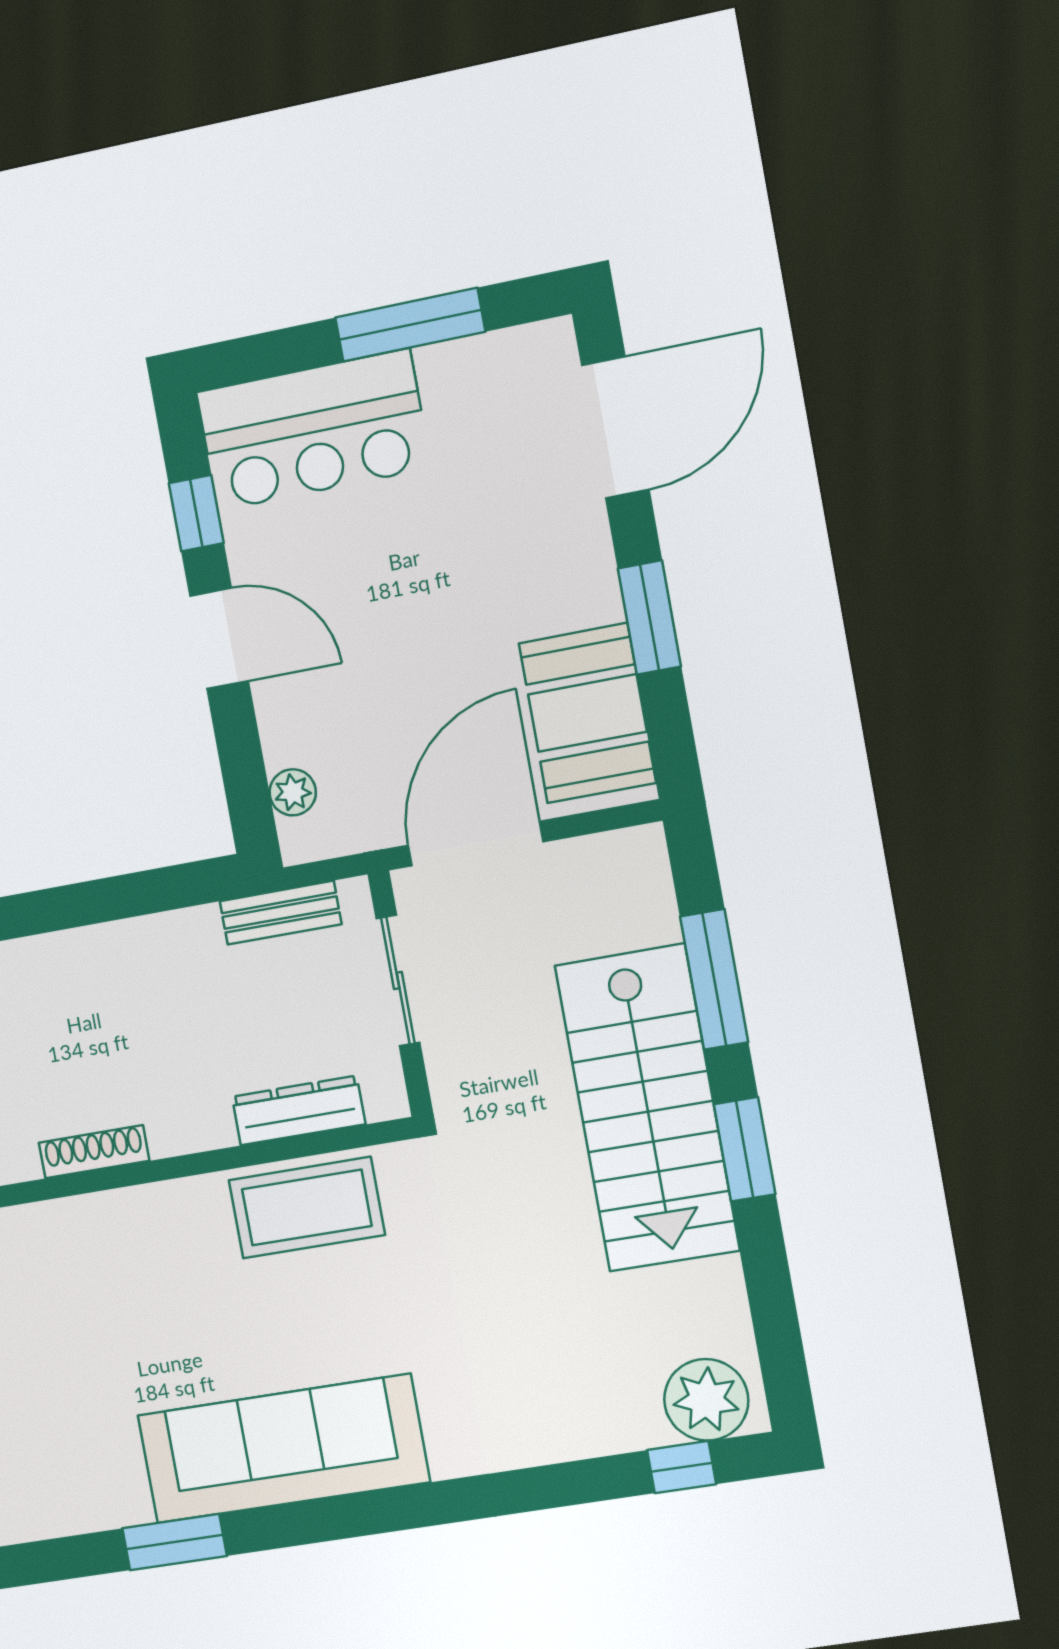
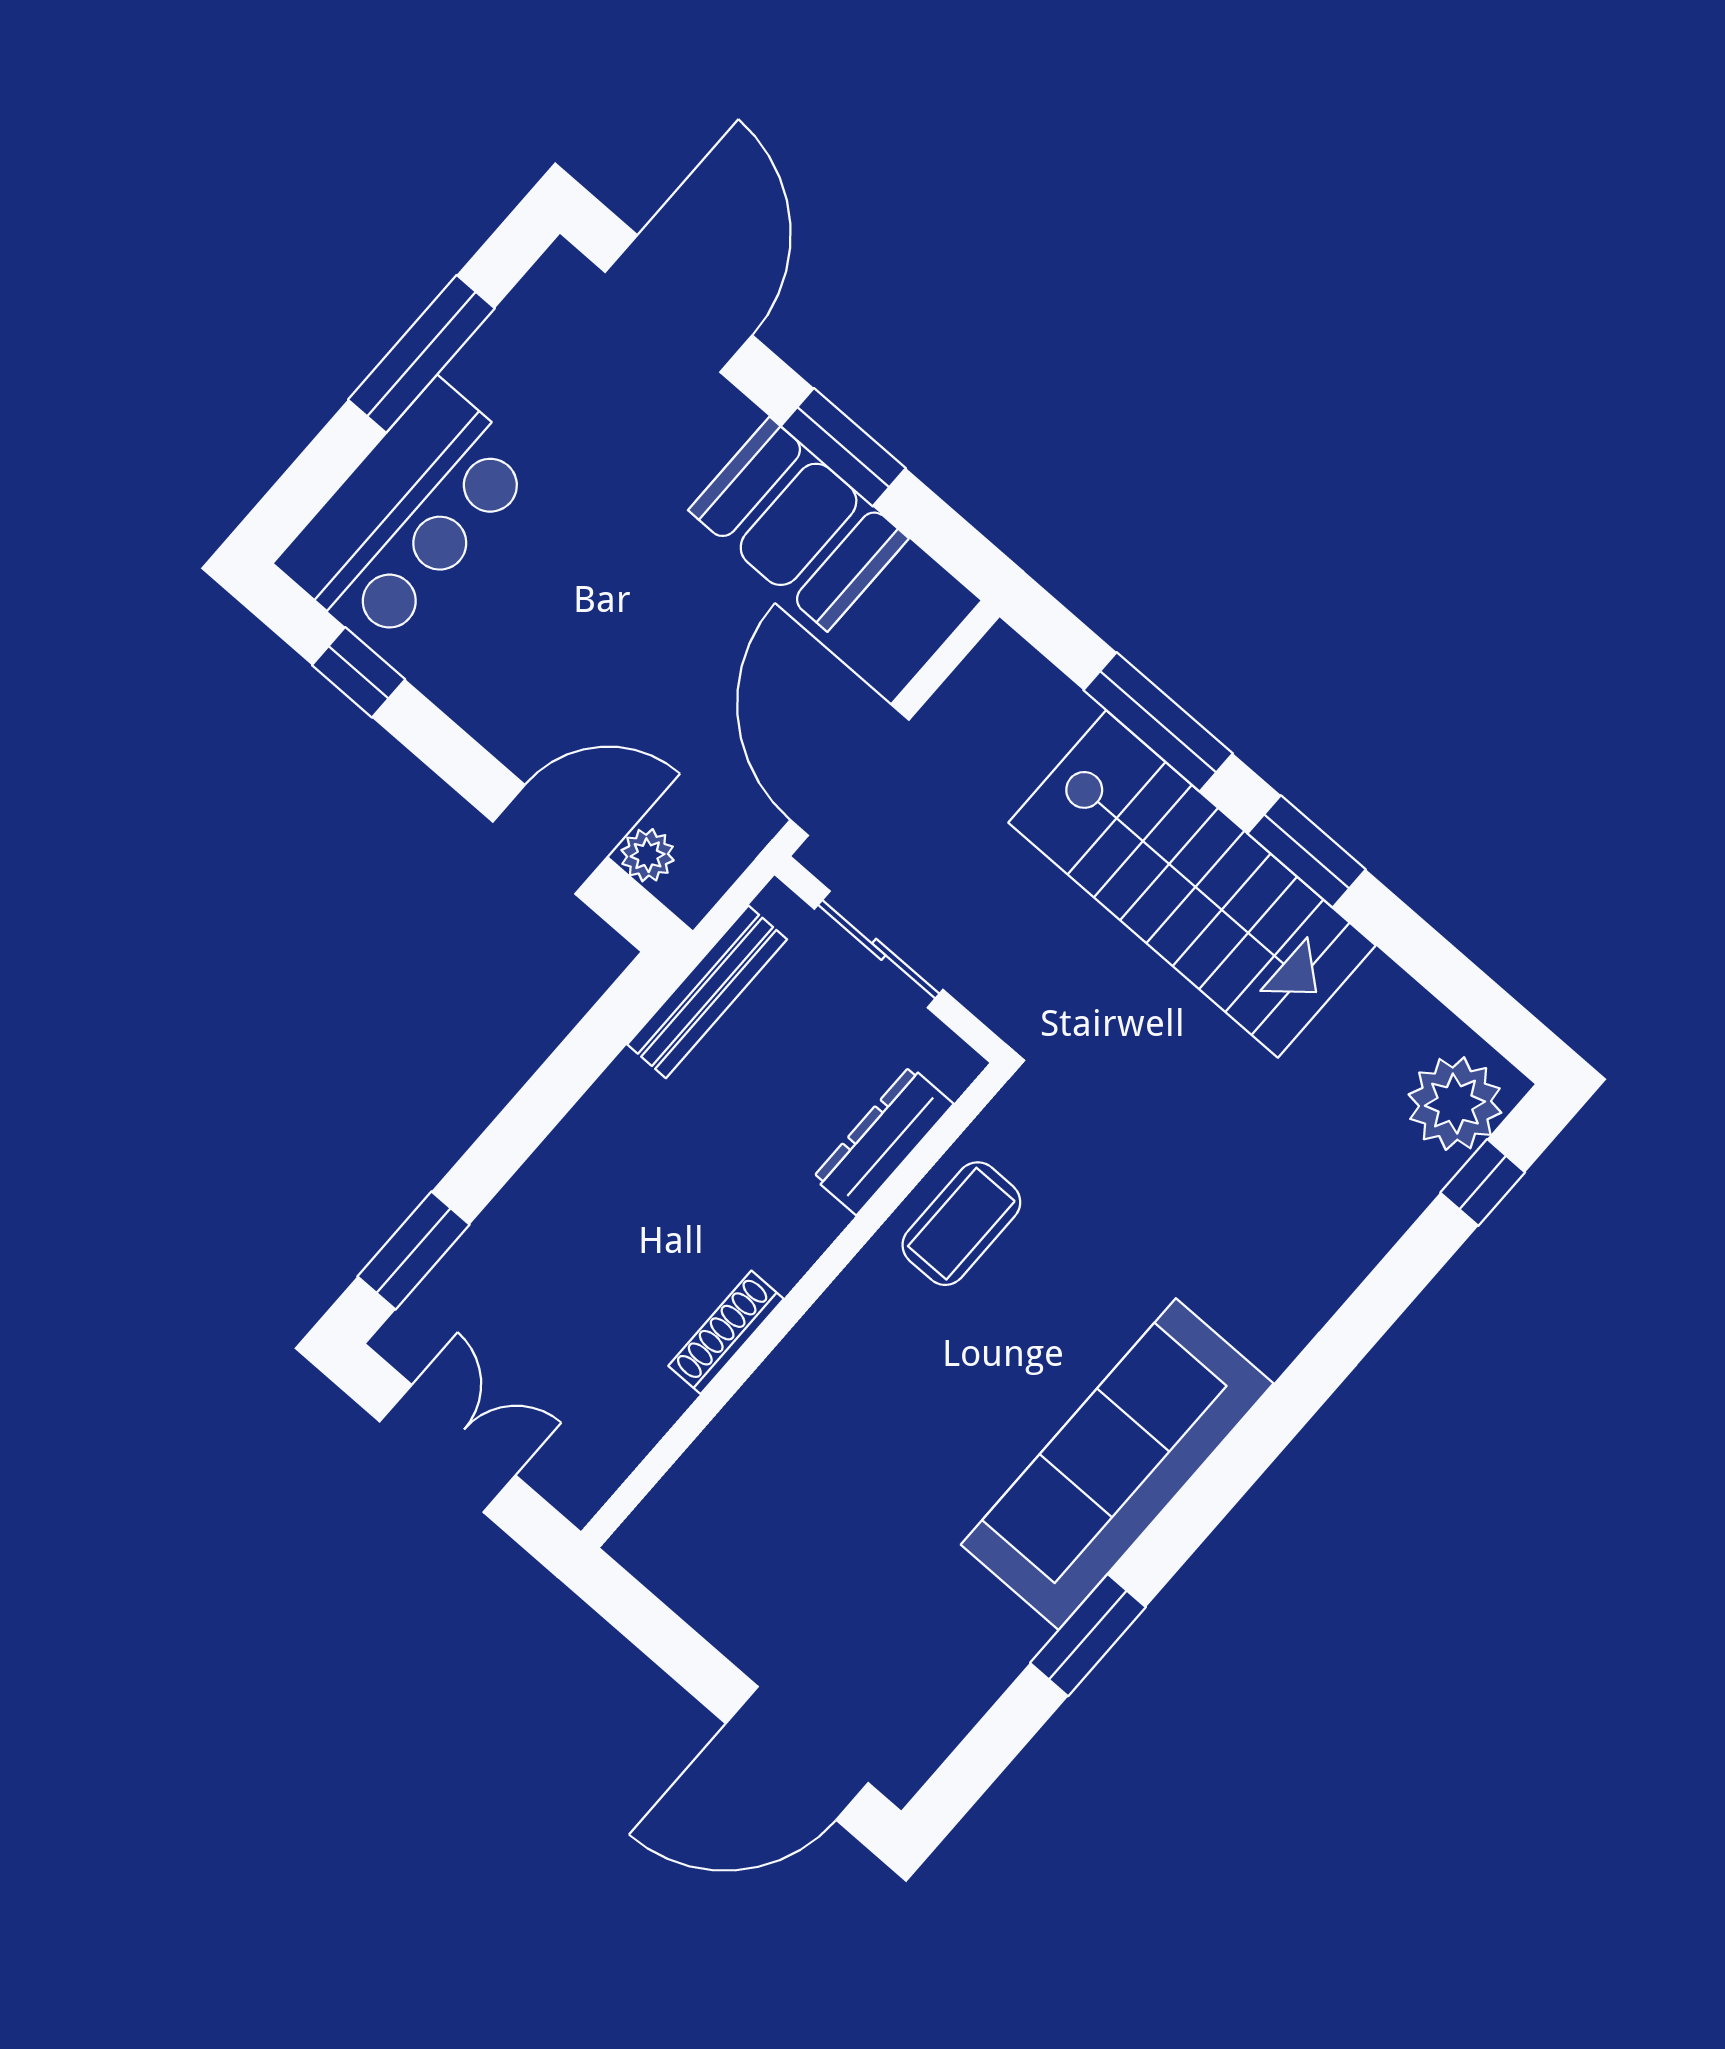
door: (219, 638) -> (550, 839), moved
booth: (587, 713) -> (799, 524), moved
bench: (281, 913) -> (707, 992), width x1.36
coffee table: (307, 1208) -> (961, 1224), width x0.73, depth x0.76

